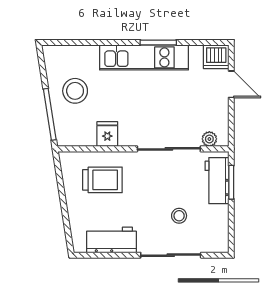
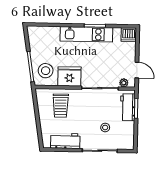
door: (231, 84) -> (137, 70), moved
stool: (75, 91) -> (46, 71), moved
fridge: (107, 134) -> (69, 76), width x1.88, depth x1.34
trolley: (102, 180) -> (61, 106), turned 90

